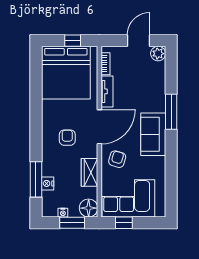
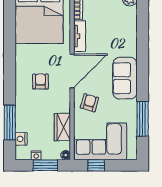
window: (171, 112) -> (143, 119), moved
wardrobe: (90, 172) -> (62, 127), moved
nightstand: (48, 183) -> (21, 139), moved
floor lamp: (89, 208) -> (66, 155), width x0.53, depth x0.53

